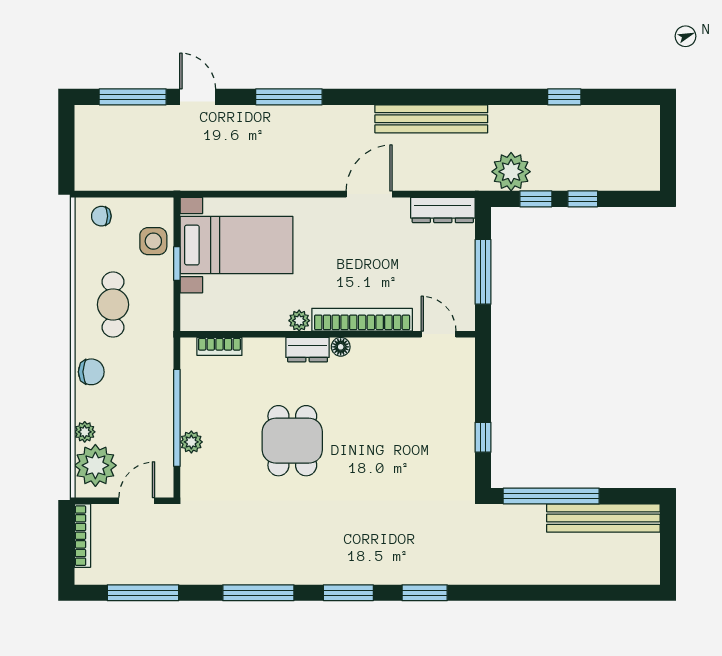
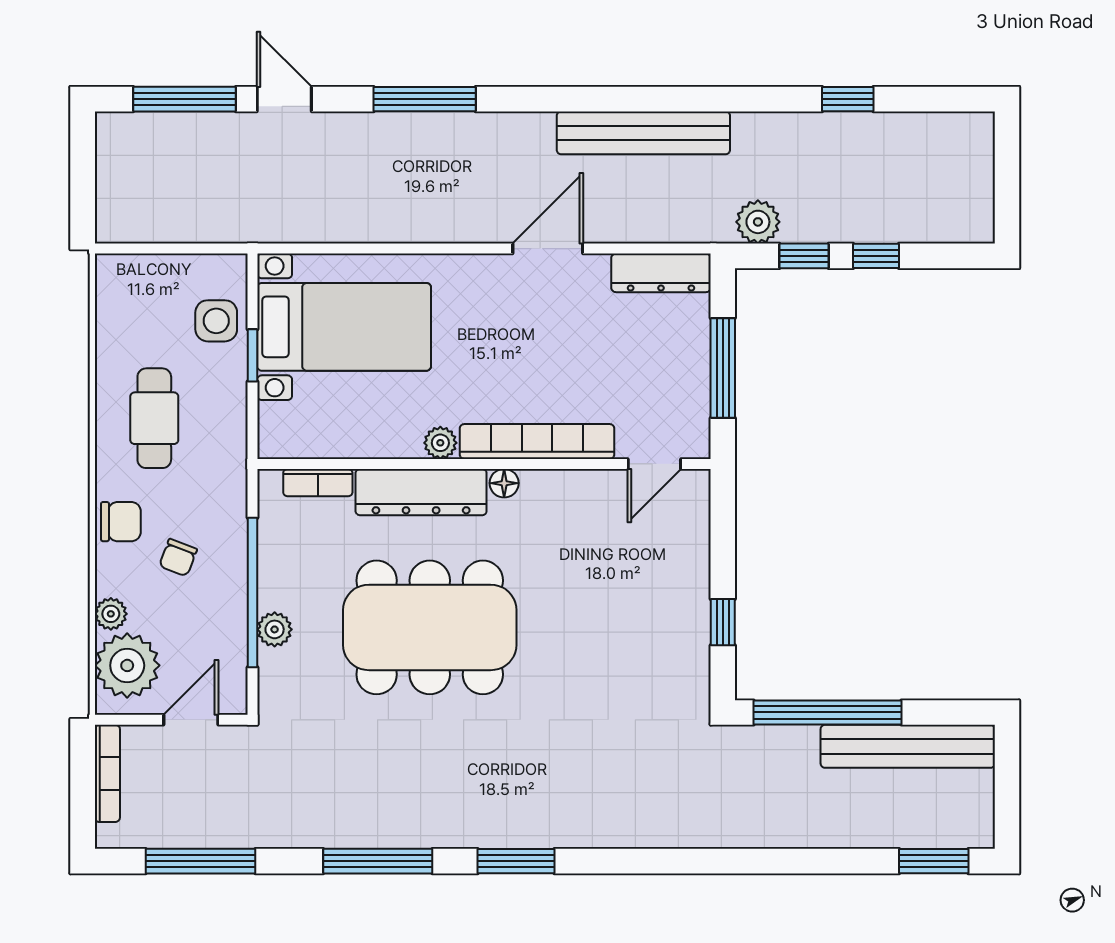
plant: (511, 172) -> (758, 222), width x0.73, depth x0.73
chair: (101, 216) -> (178, 558), moved, turned -69
door: (438, 334) -> (654, 464), swing flipped
dresser: (308, 350) -> (421, 492), width x1.96, depth x1.24
dining table: (292, 441) -> (430, 627), width x1.88, depth x1.24
window: (425, 593) -> (934, 861), moved

